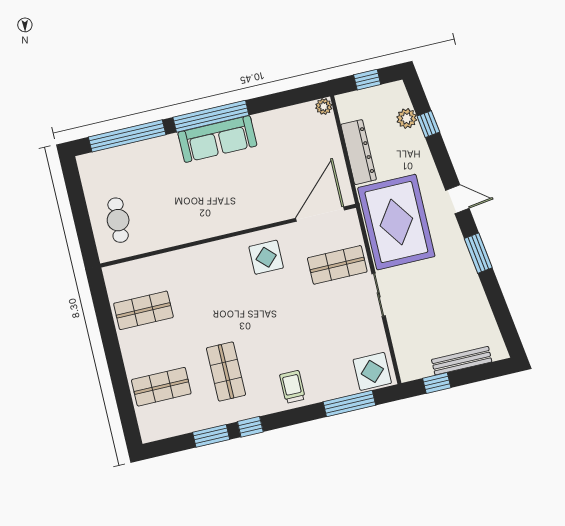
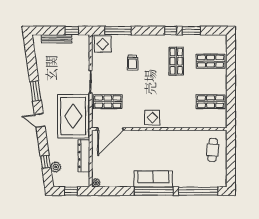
display table: (266, 257) -> (152, 118), moved
trolley: (292, 387) -> (132, 63), moved

